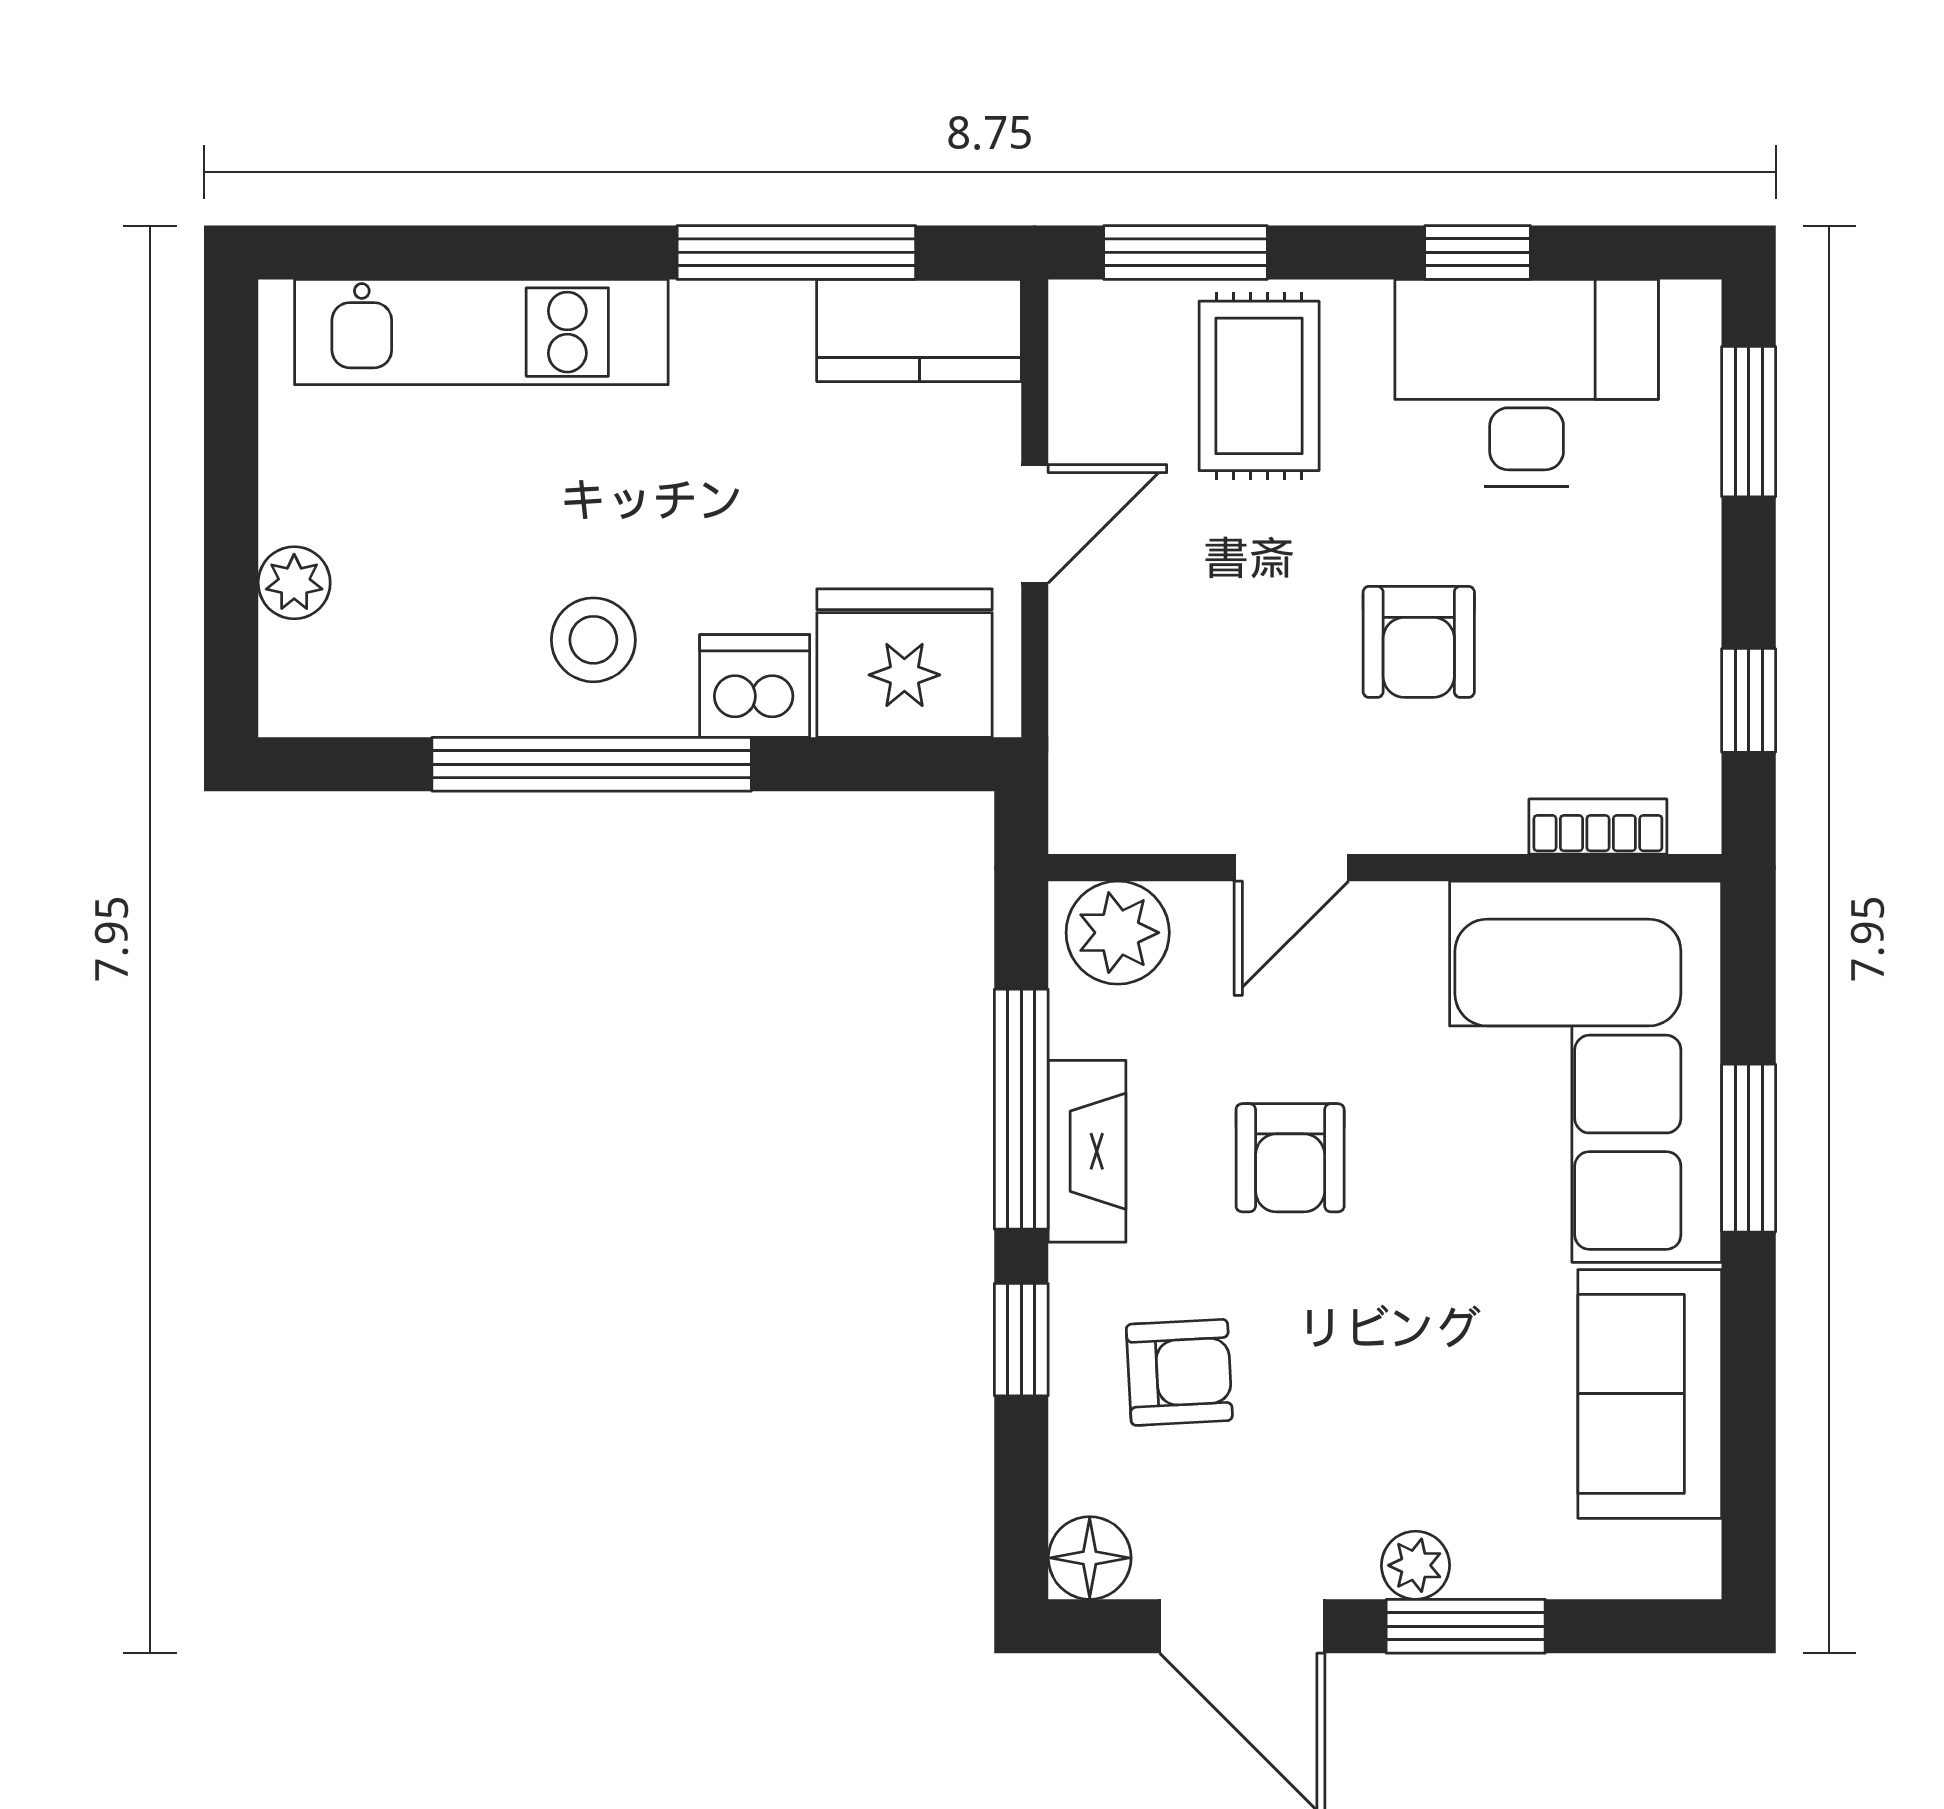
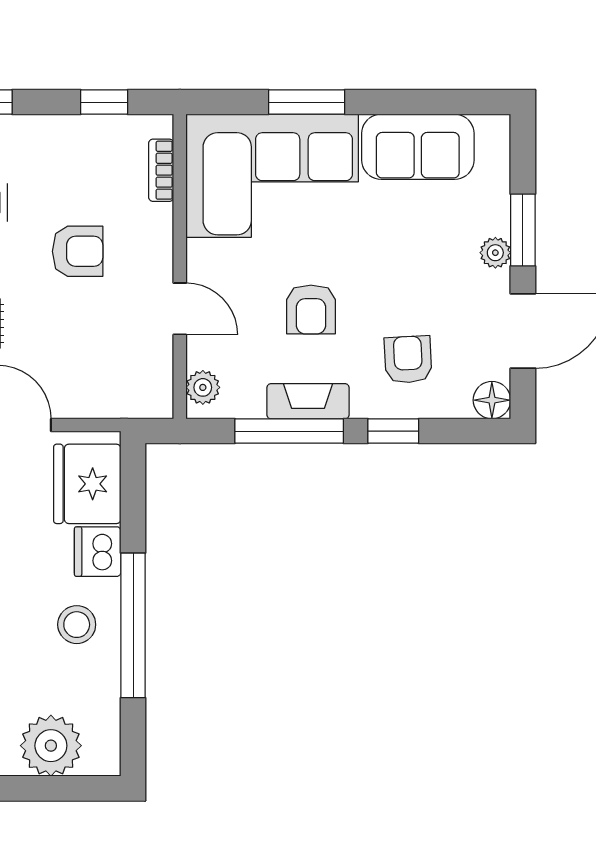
plant: (294, 583) -> (51, 746), width x1.88, depth x1.88
plant: (1118, 933) -> (203, 387), width x0.73, depth x0.73
armchair: (1290, 1158) -> (311, 309), turned 90

